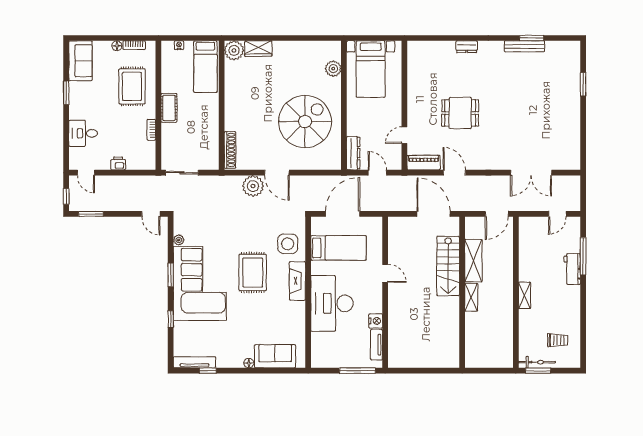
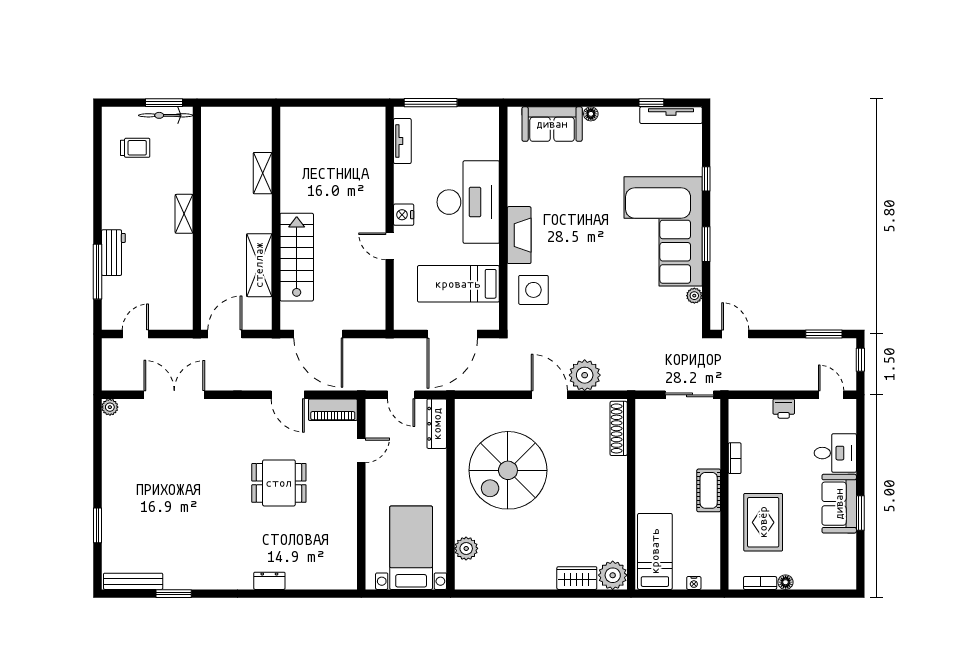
bench: (524, 46) -> (133, 581), moved
sofa: (81, 61) -> (839, 504), moved
plant: (575, 164) -> (110, 407), added
rug: (253, 272) -> (585, 248), removed
shelving: (471, 297) -> (263, 173), moved
nightstand: (376, 321) -> (404, 215), moved
trolley: (558, 340) -> (135, 148), turned 180

